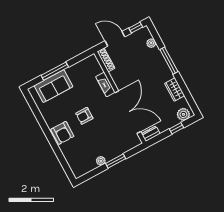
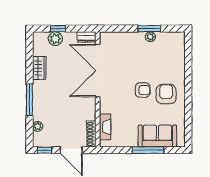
fireplace: (105, 84) -> (105, 127), moved
plant: (183, 114) -> (55, 39), moved
armchair: (62, 133) -> (166, 94), moved
window: (116, 161) -> (149, 29), moved

